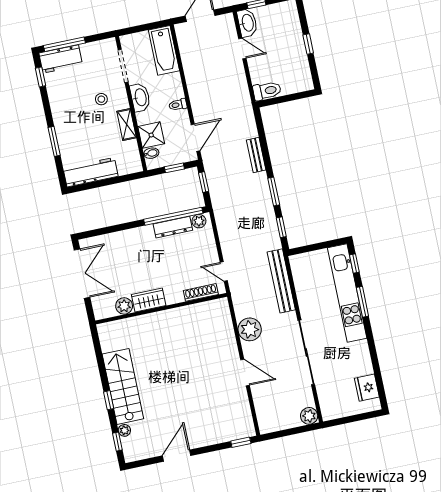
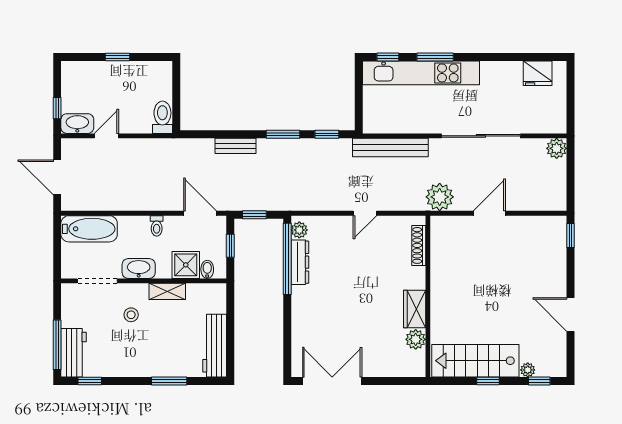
shoe rack: (201, 292) -> (419, 245), moved
wardrobe: (149, 300) -> (415, 309), moved
plant: (124, 306) -> (416, 339), moved
wall: (161, 309) -> (428, 296), moved

